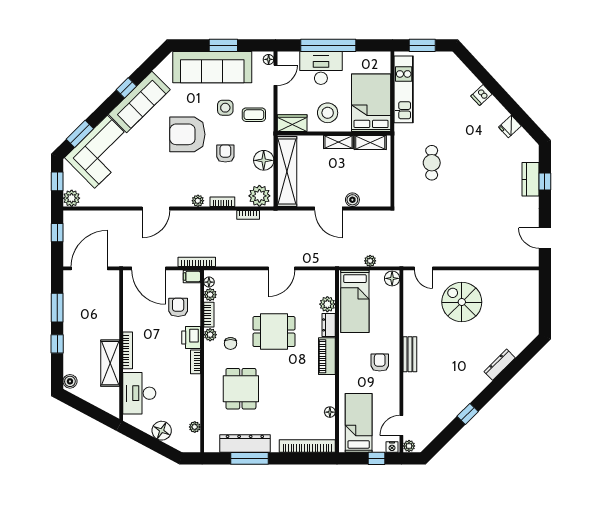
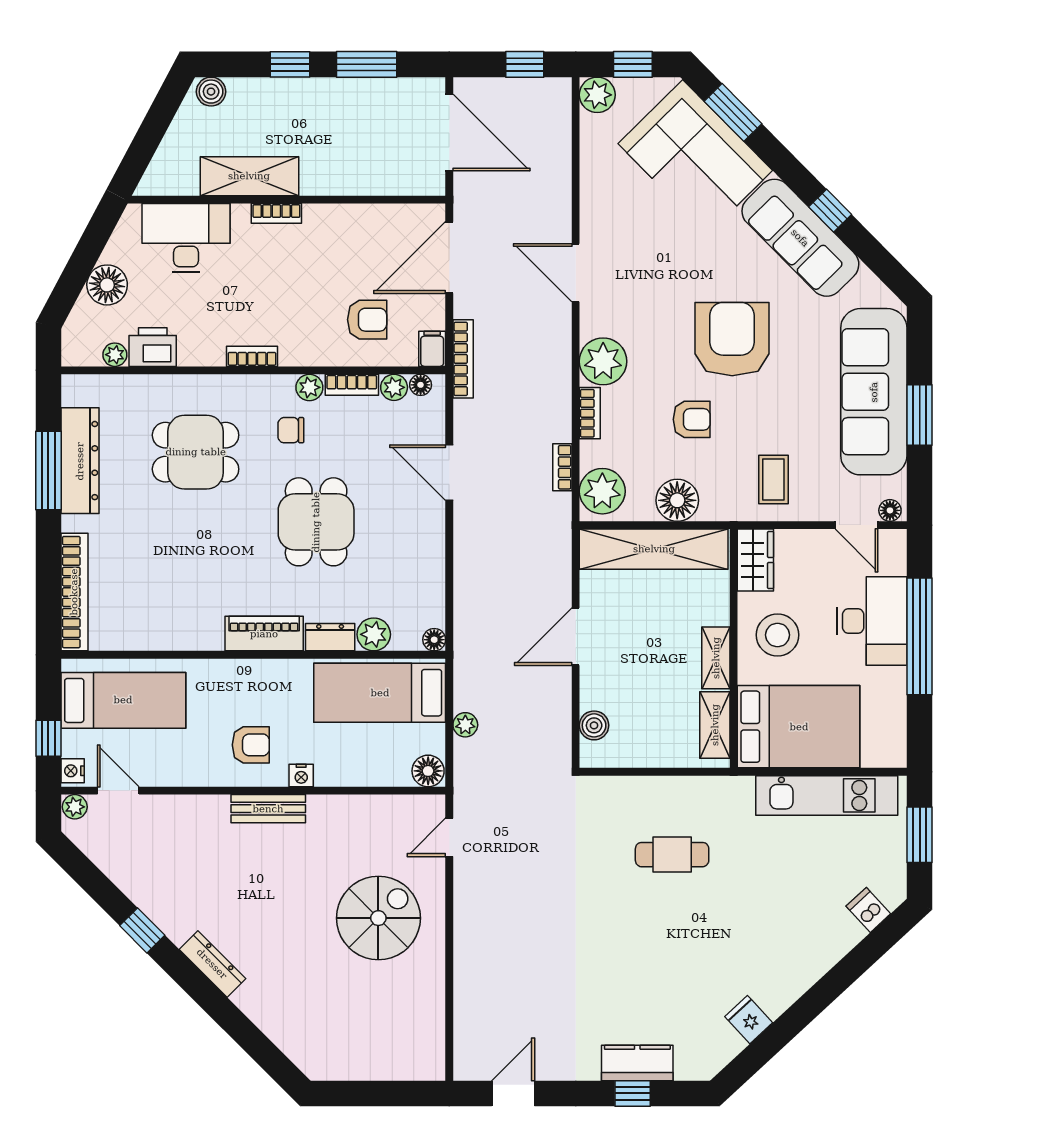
dishwasher: (481, 95) -> (868, 910), moved
side table: (225, 108) -> (788, 419), removed
boiler: (352, 200) -> (594, 725), moved
plant: (198, 201) -> (603, 361), width x1.88, depth x1.88
door: (281, 268) -> (449, 473), moved
printer: (191, 338) -> (153, 347), moved
nightstand: (394, 339) -> (301, 776), added
bookcase: (128, 350) -> (276, 213), width x0.64
dresser: (500, 365) -> (212, 964), moved
floor lamp: (330, 412) -> (434, 640), moved

